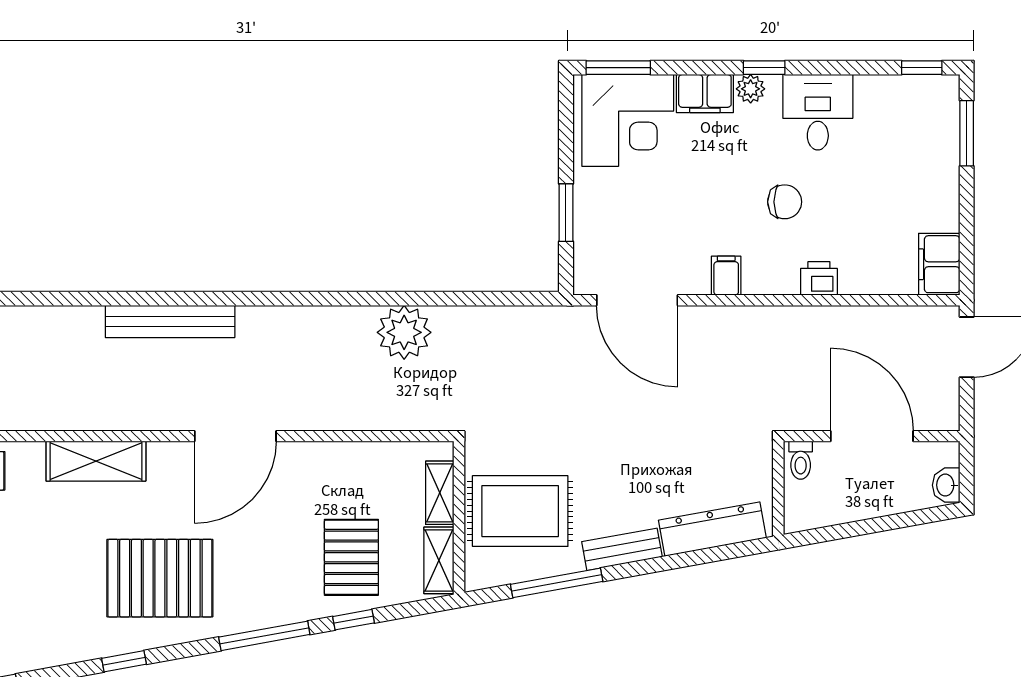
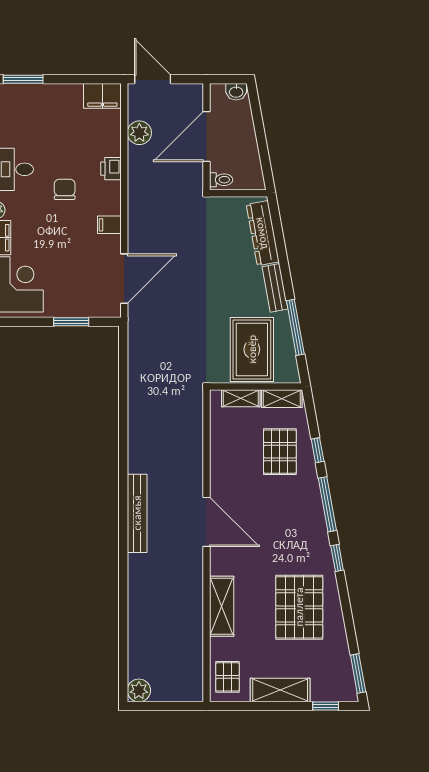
bench: (170, 321) -> (137, 513), moved
plant: (404, 332) -> (139, 133), moved, width x0.73, depth x0.73
pallet: (351, 557) -> (280, 452), turned 90
pallet: (160, 578) -> (299, 607), moved
window: (124, 661) -> (337, 558), moved

